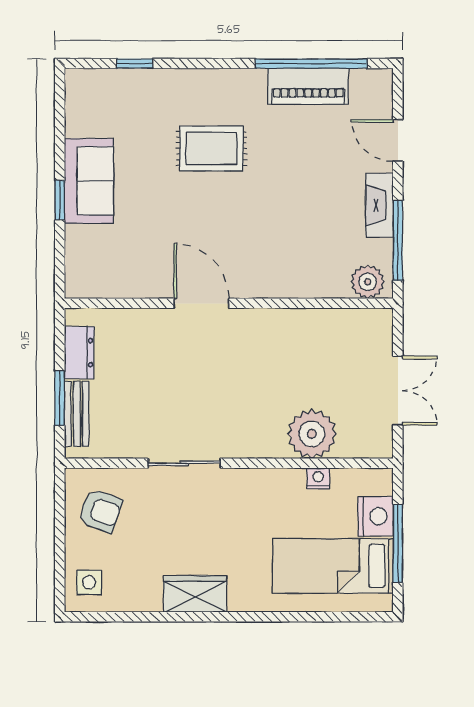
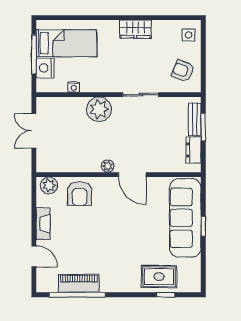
rug: (212, 148) -> (159, 277), moved
sofa: (89, 181) -> (185, 218), width x1.85, depth x1.27
window: (398, 240) -> (34, 206), removed
armchair: (307, 265) -> (80, 194), added
plant: (250, 320) -> (108, 166), added
plant: (312, 434) -> (99, 109), moved

